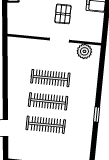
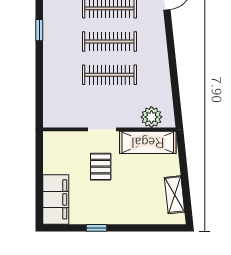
shelving: (28, 28) -> (148, 142), added
plant: (84, 51) -> (151, 117), moved

